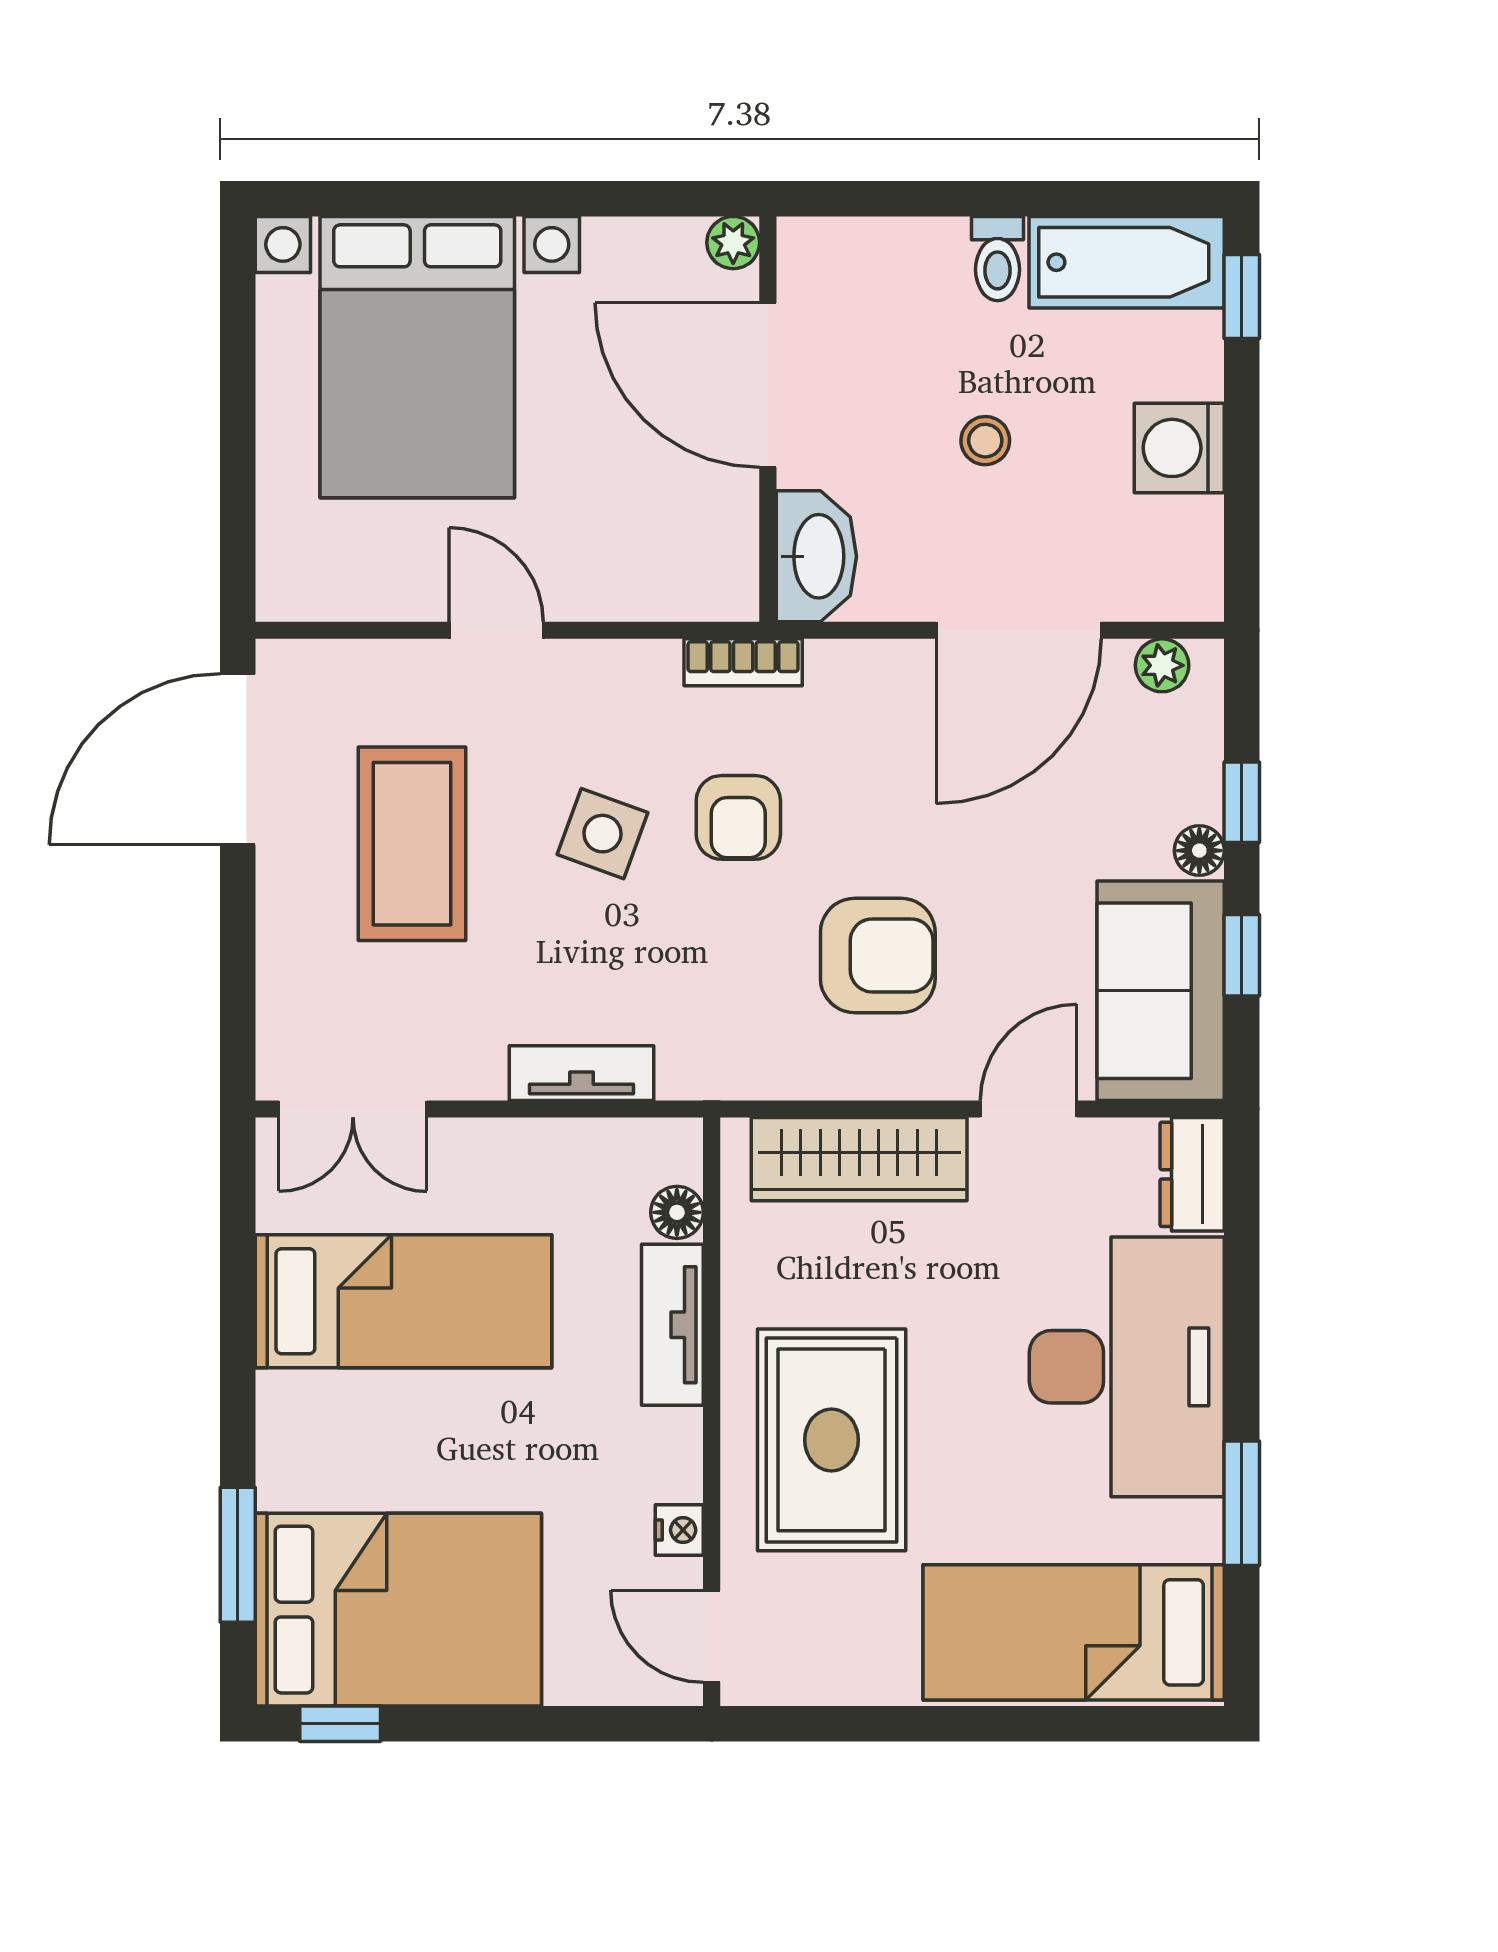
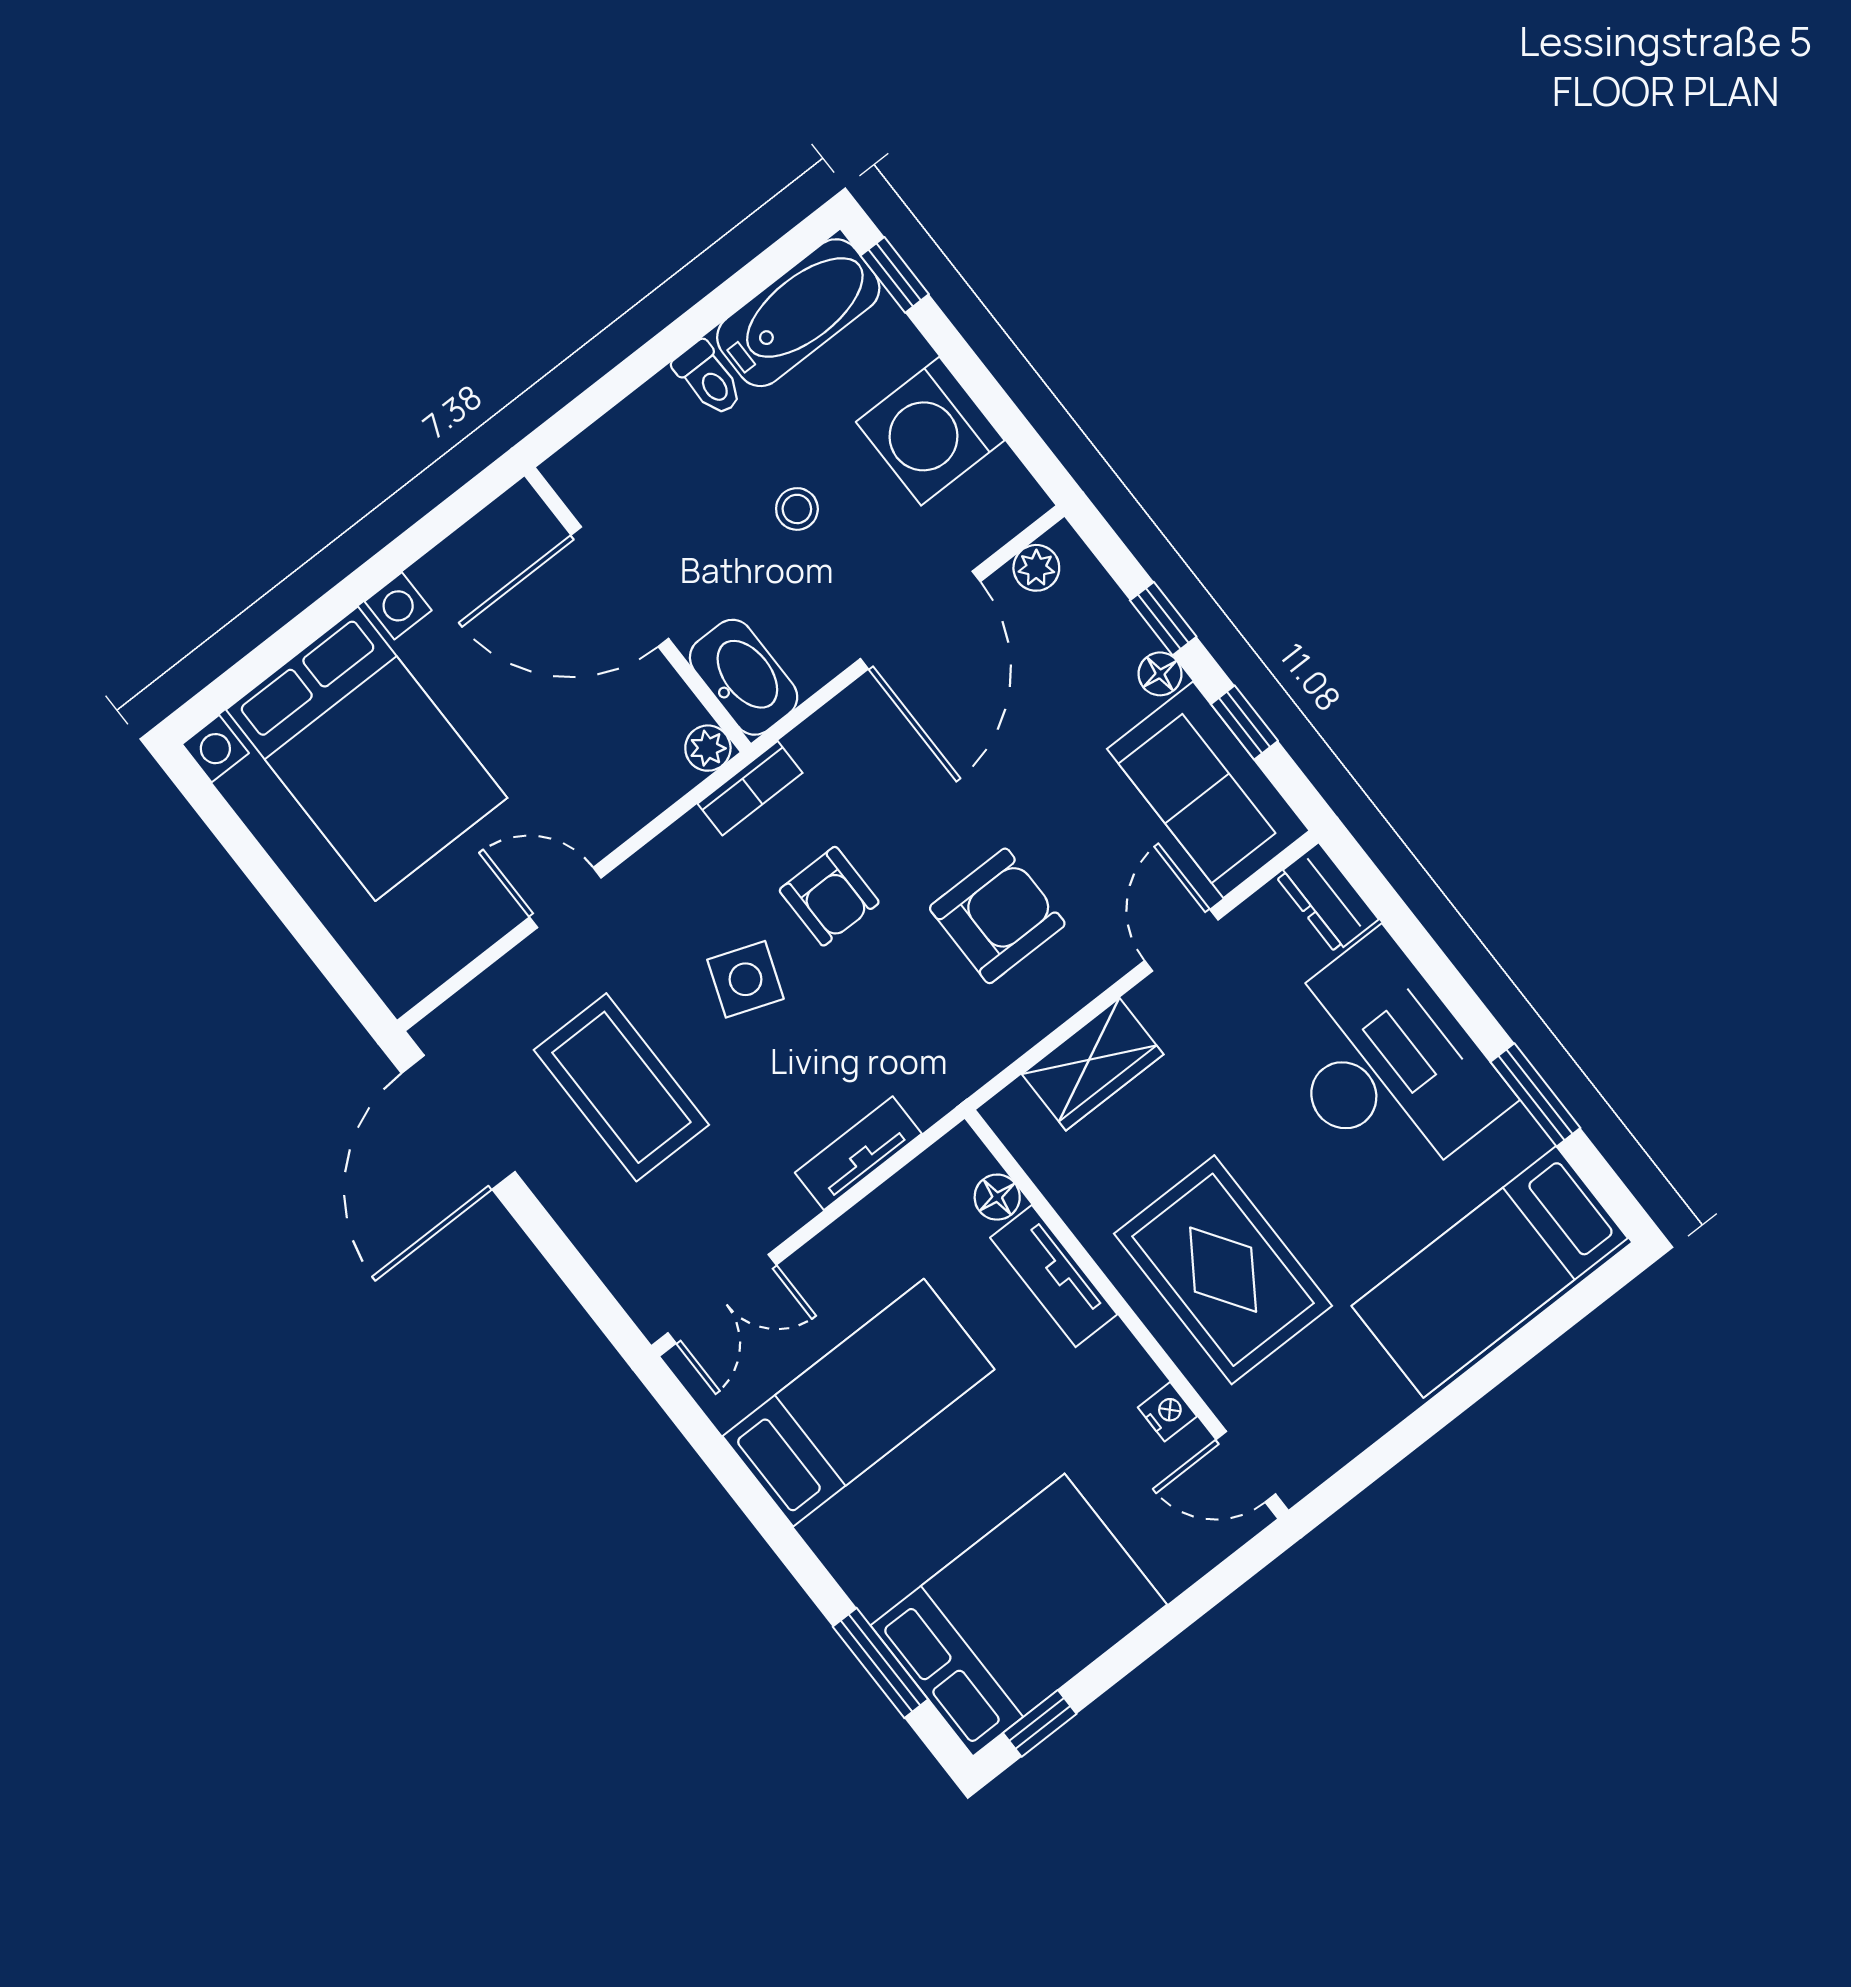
plant: (733, 243) -> (708, 748), moved
washing machine: (1179, 448) -> (930, 431), width x1.37, depth x1.37
wardrobe: (859, 1159) -> (1093, 1064), width x0.67

